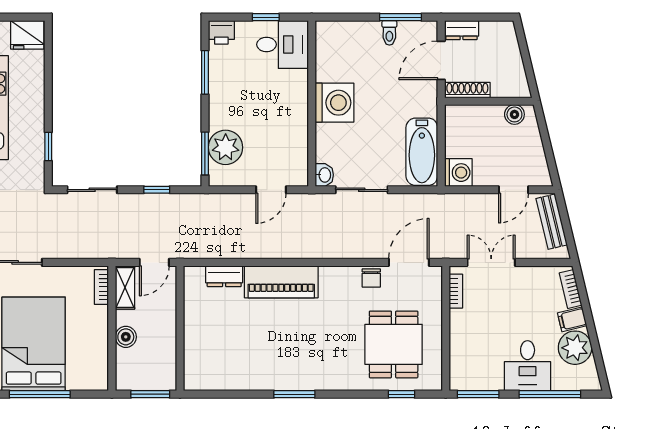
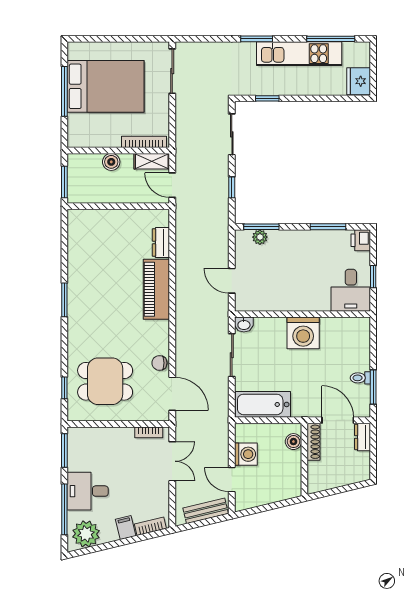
boiler: (514, 114) -> (293, 442), moved
plant: (226, 147) -> (260, 237), width x0.53, depth x0.53
washing machine: (458, 173) -> (246, 454), moved, turned -90
bookcase: (101, 287) -> (144, 142), width x1.56
plant: (575, 348) -> (86, 534), moved

